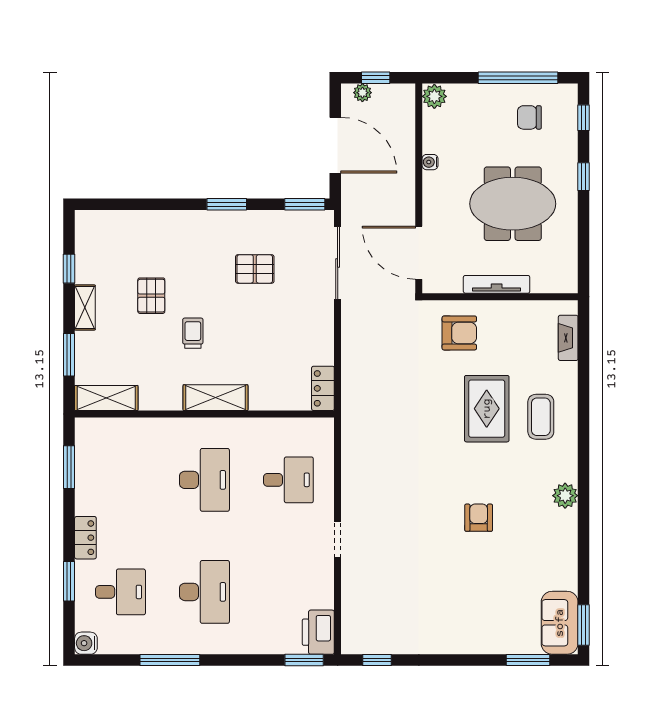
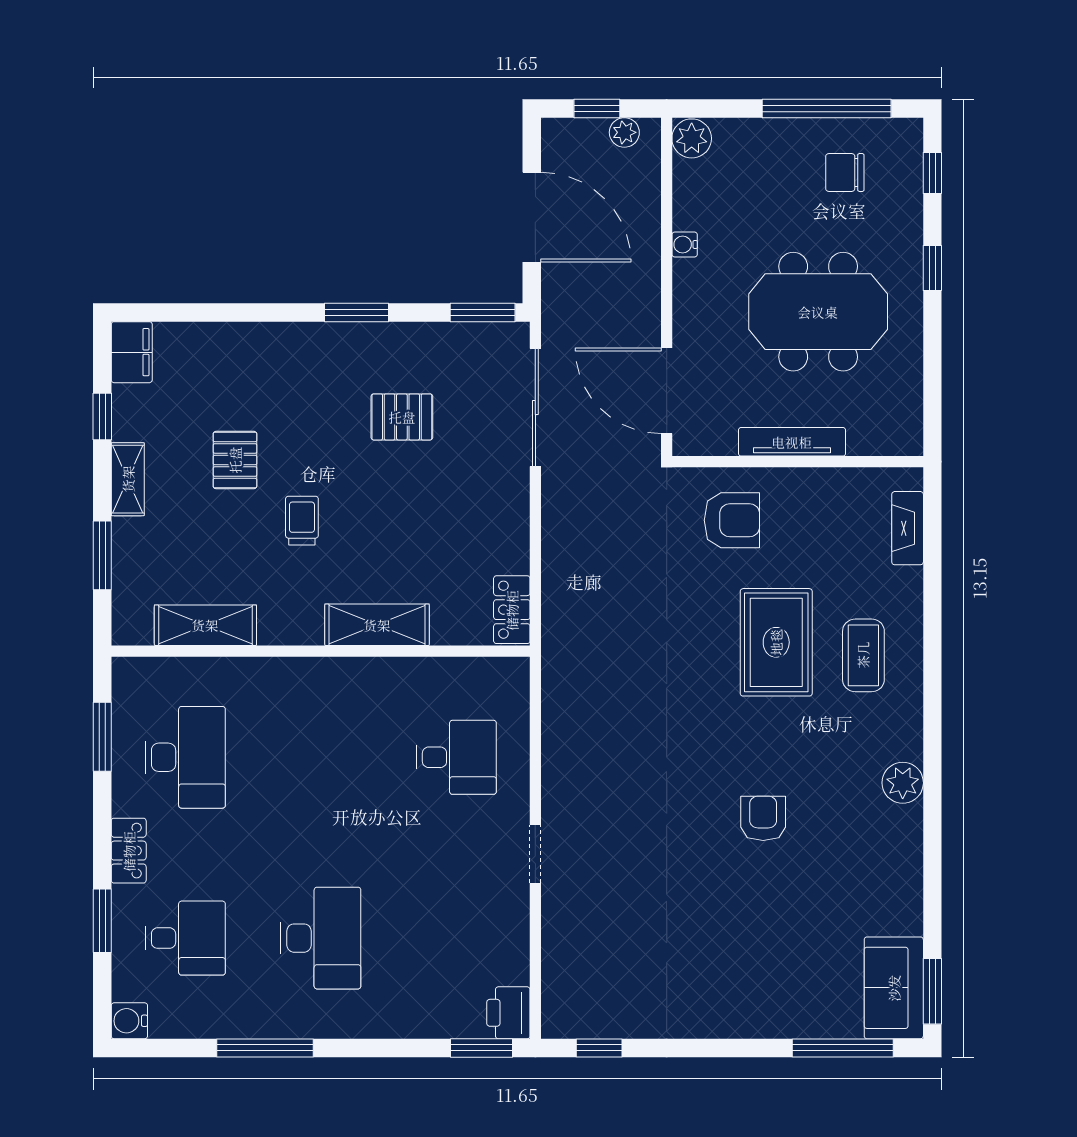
plant: (362, 93) -> (624, 132), moved
filing cabinet: (87, 229) -> (132, 352), added
shelving: (106, 398) -> (205, 625), moved
shelving: (216, 398) -> (377, 625), moved
desk: (204, 480) -> (185, 757), moved
printer: (318, 632) -> (508, 1013), width x0.73, depth x0.84
window: (528, 660) -> (843, 1048), width x1.44

